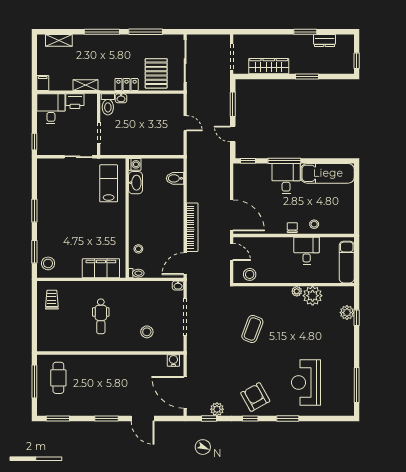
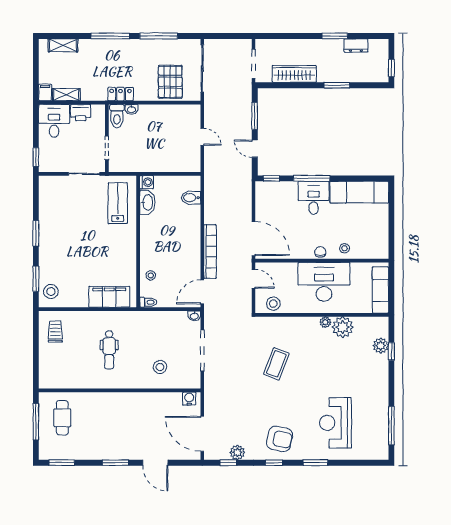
shelving: (86, 85) -> (66, 95), moved
locker: (127, 85) -> (120, 94), moved
desk: (307, 251) -> (324, 282), width x1.87, depth x1.30
armchair: (255, 397) -> (280, 439), turned 131

